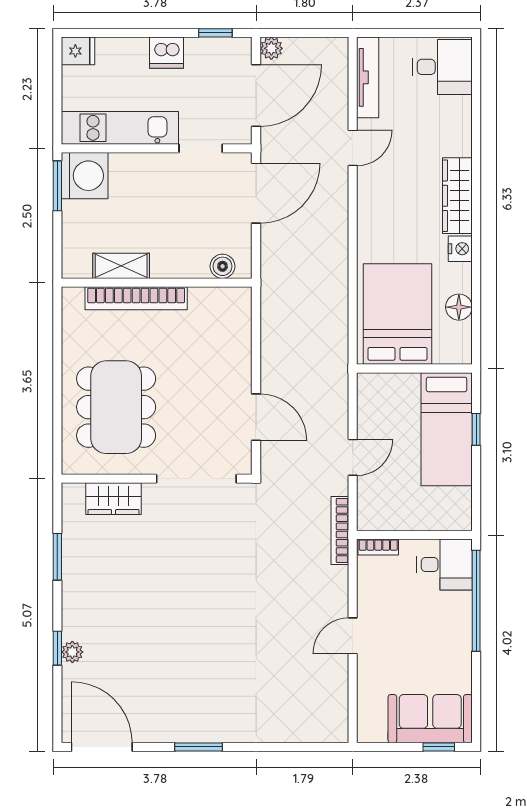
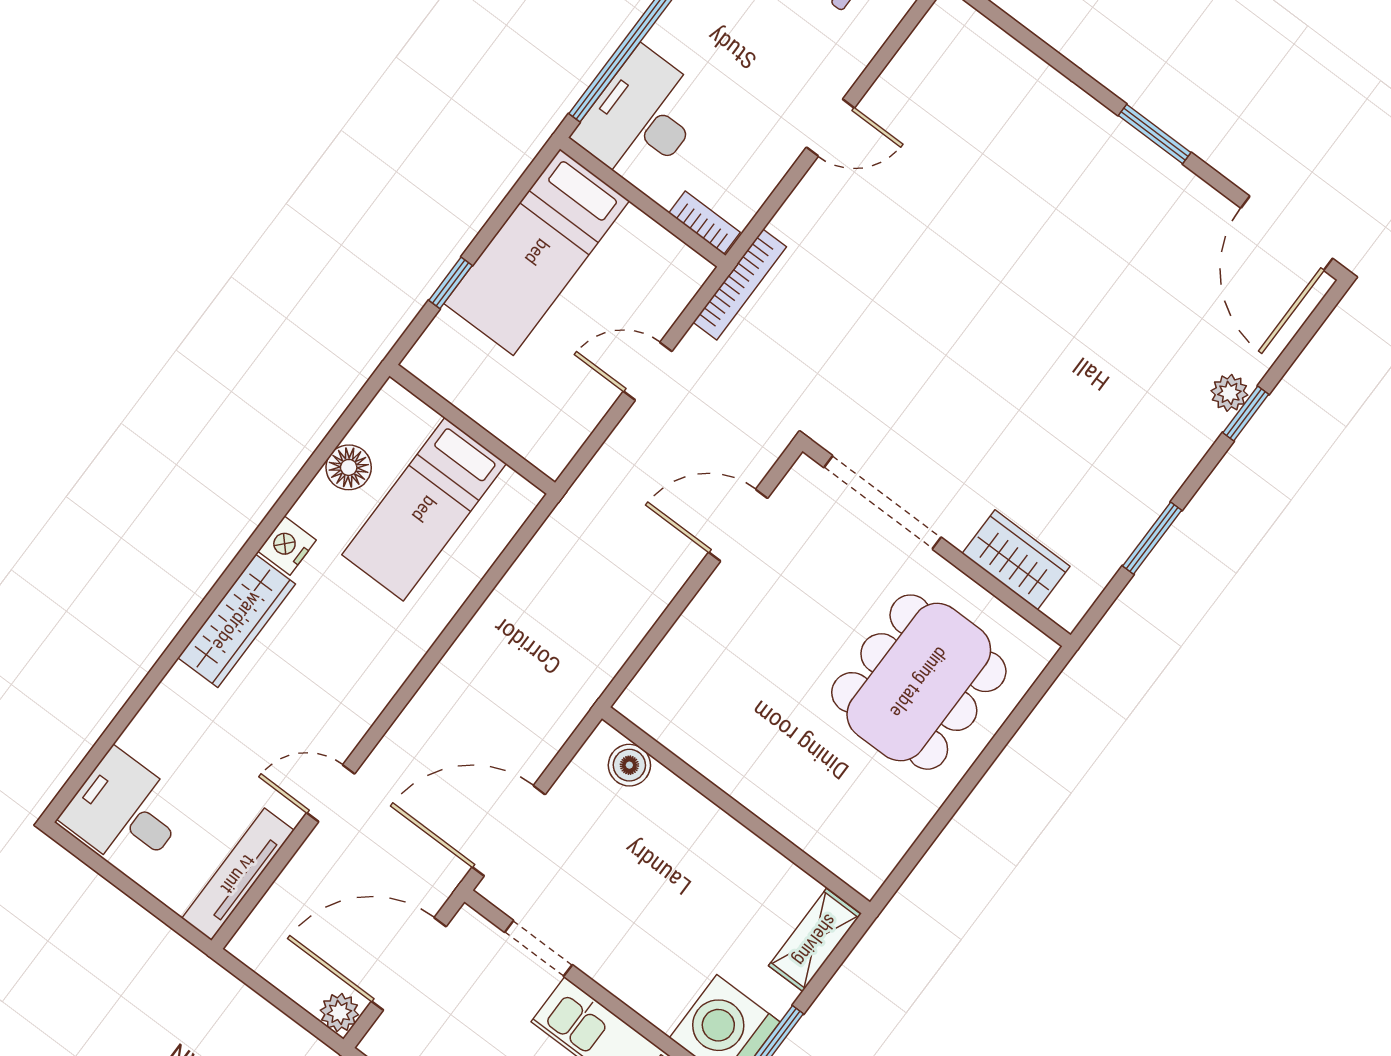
shelving: (121, 266) -> (815, 940), moved, turned 90
bookcase: (136, 298) -> (780, 810), removed
bed: (398, 314) -> (424, 509), width x0.67
door: (256, 417) -> (738, 525), hinge flipped
bed: (447, 429) -> (537, 252), moved, turned 180
desk: (445, 565) -> (642, 118), width x1.37

